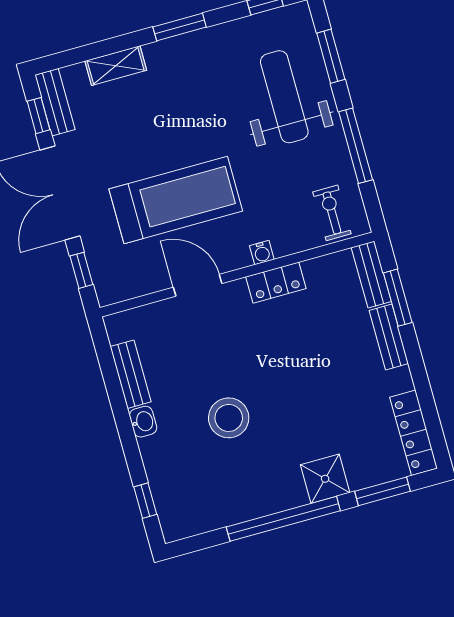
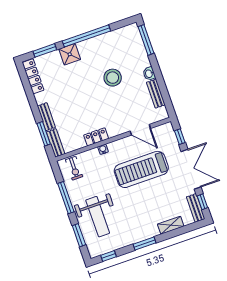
door: (198, 285) -> (140, 130), moved
window: (145, 501) -> (146, 40), width x2.17

